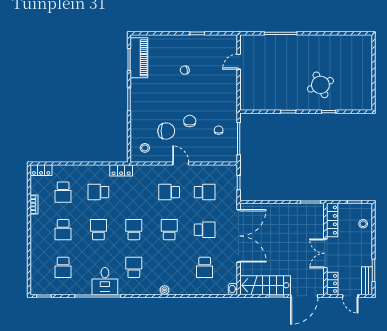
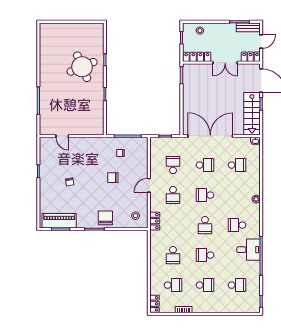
round table: (320, 85) -> (82, 67), width x1.36, depth x1.36
chair: (166, 131) -> (105, 218), moved
locker: (121, 170) -> (155, 221), moved
school desk: (134, 230) -> (205, 225), turned -90
school desk: (205, 230) -> (205, 165), turned 90

